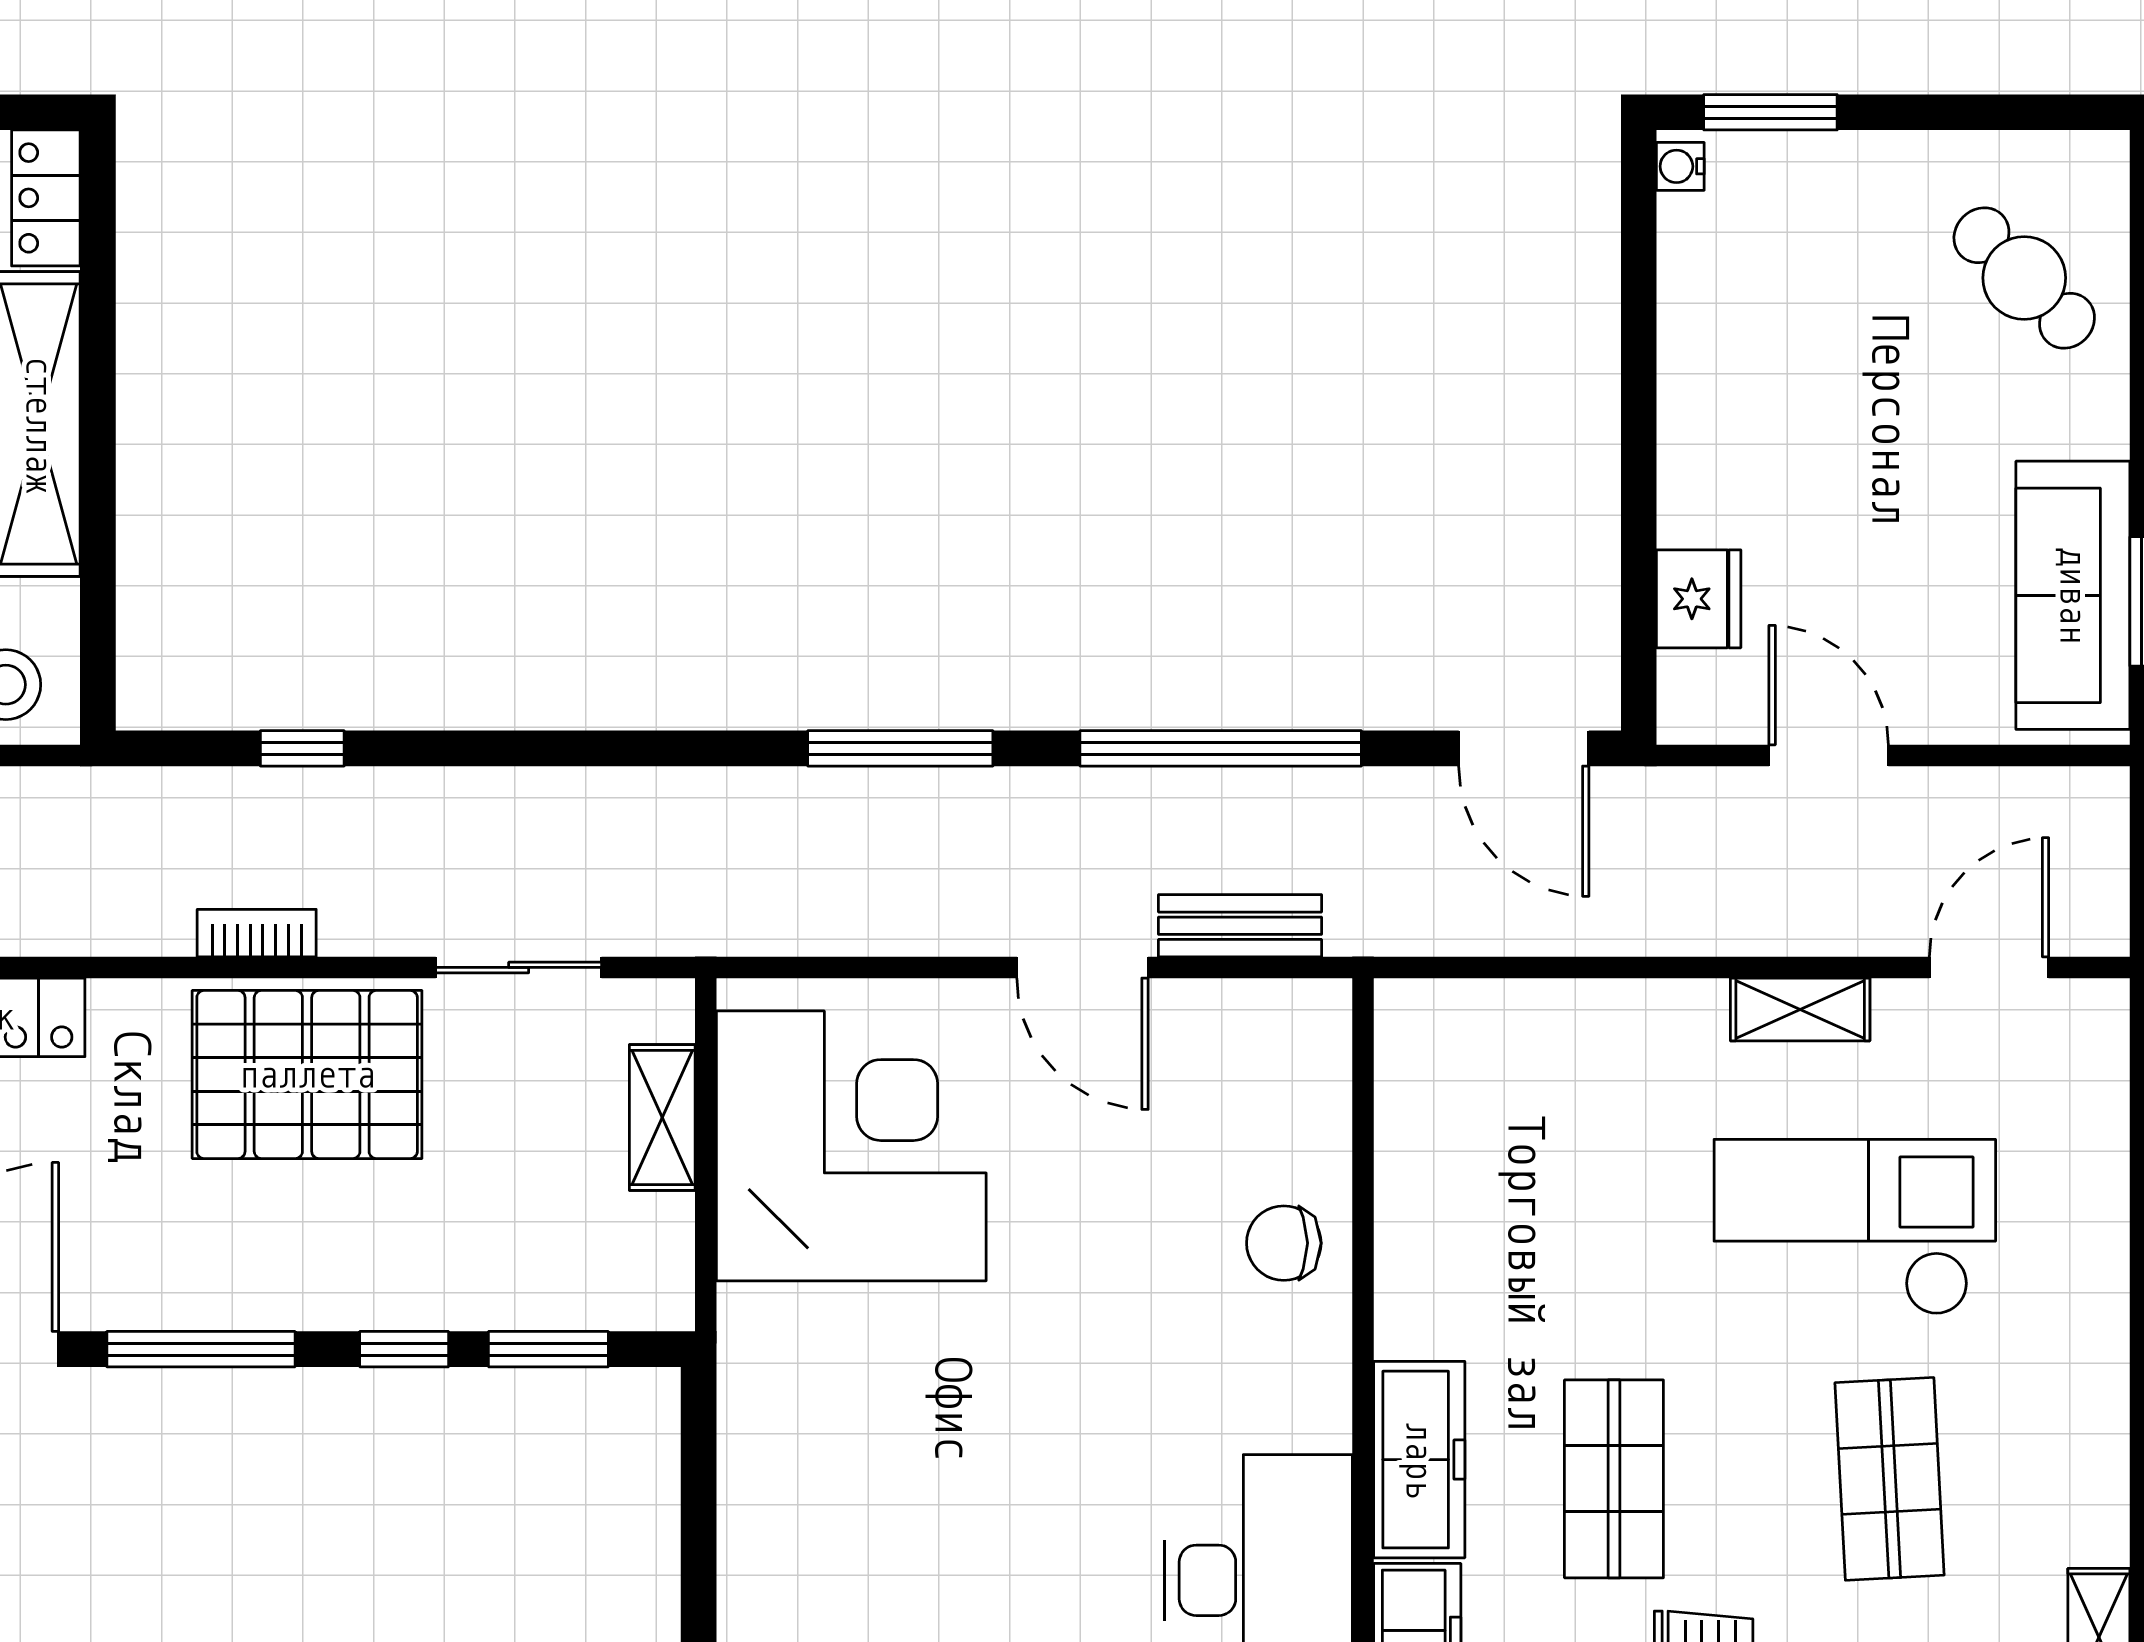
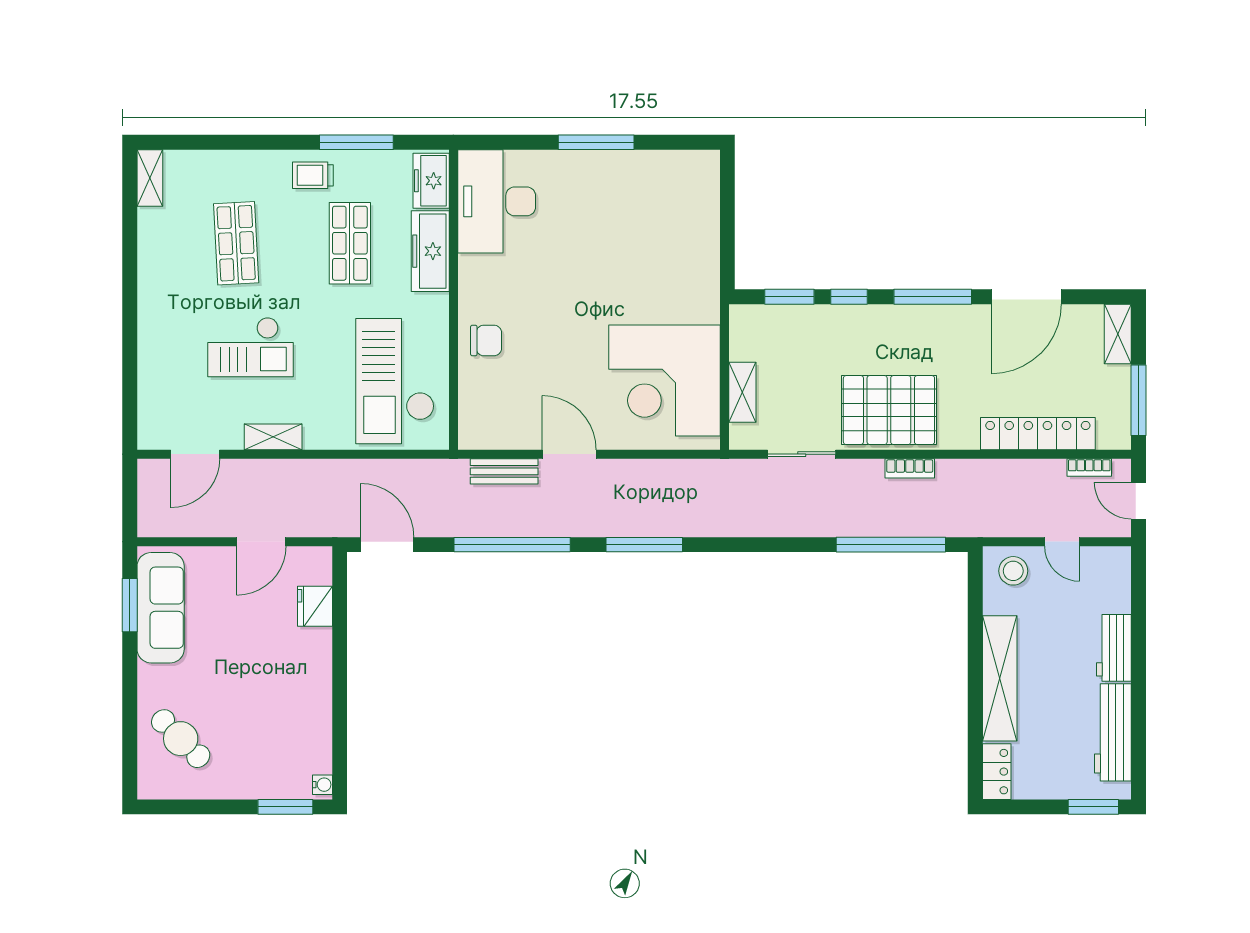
window: (302, 748) -> (891, 545), width x3.17
door: (1829, 755) -> (261, 542), hinge flipped
checkout: (1504, 1145) -> (395, 381), added
checkout: (1855, 1227) -> (251, 347), width x0.73, depth x0.83

